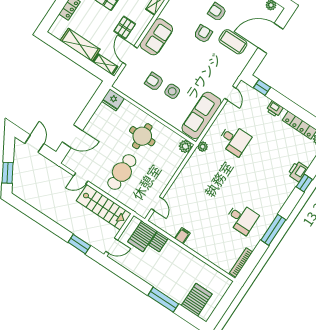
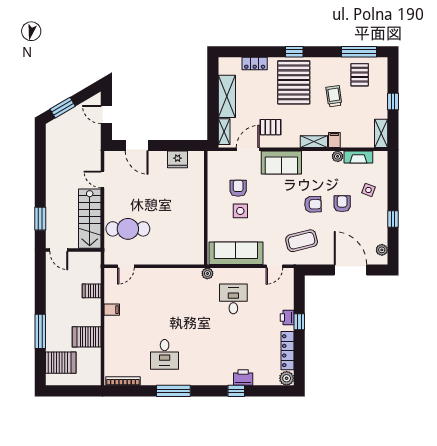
coffee table: (233, 42) -> (302, 241), moved, turned 76
window: (262, 88) -> (299, 322), moved
fridge: (113, 100) -> (178, 159), moved, turned -90
round table: (142, 136) -> (180, 211), removed
desk: (234, 140) -> (233, 299), turned 180
door: (34, 144) -> (106, 115), swing flipped
plant: (185, 146) -> (197, 257), removed
cafe table: (122, 172) -> (128, 229), moved
server rack: (142, 236) -> (87, 337), moved

